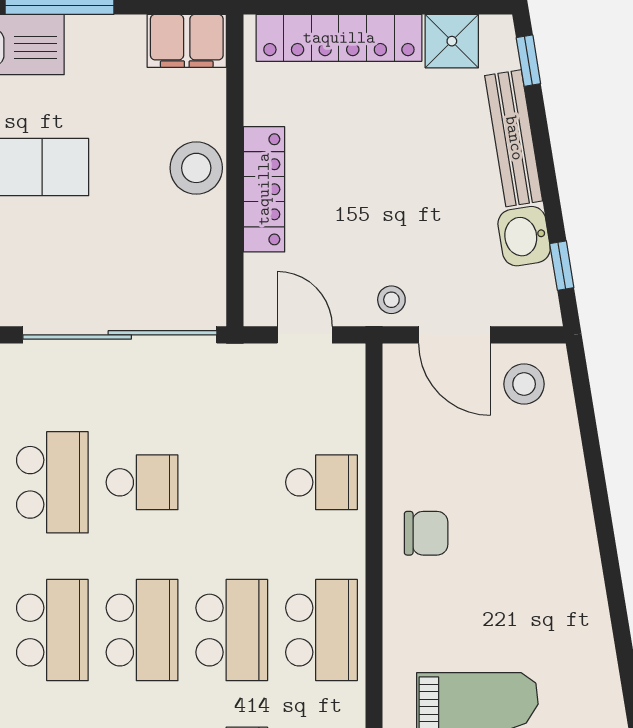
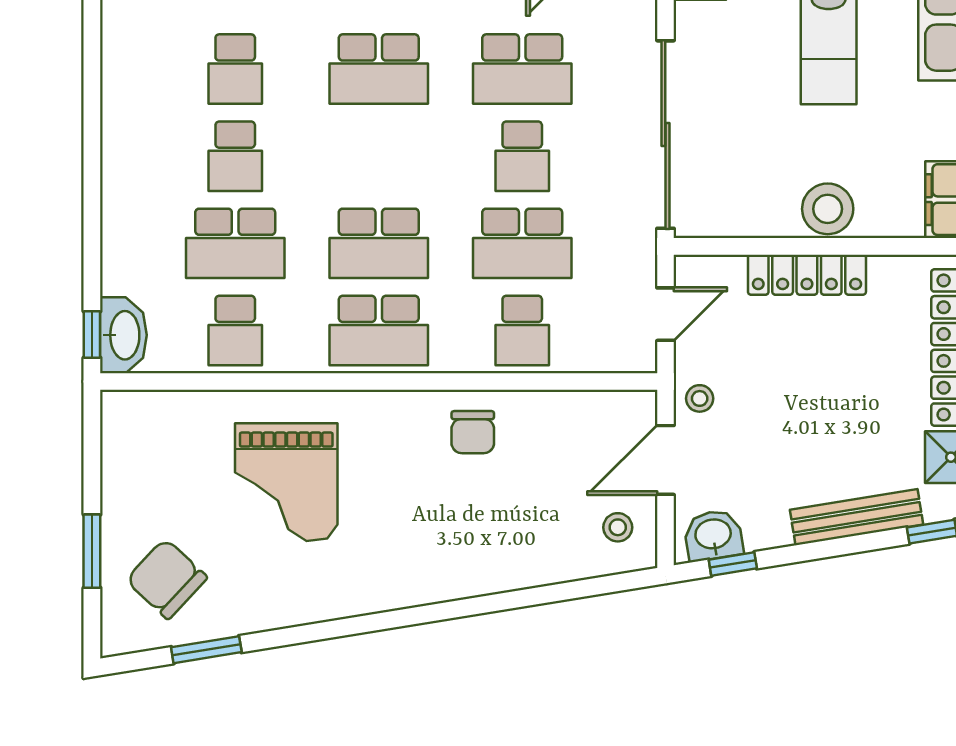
washbasin: (524, 236) -> (713, 535), moved
stool: (524, 384) -> (618, 527), width x0.73, depth x0.73
school desk: (142, 630) -> (522, 243), moved

